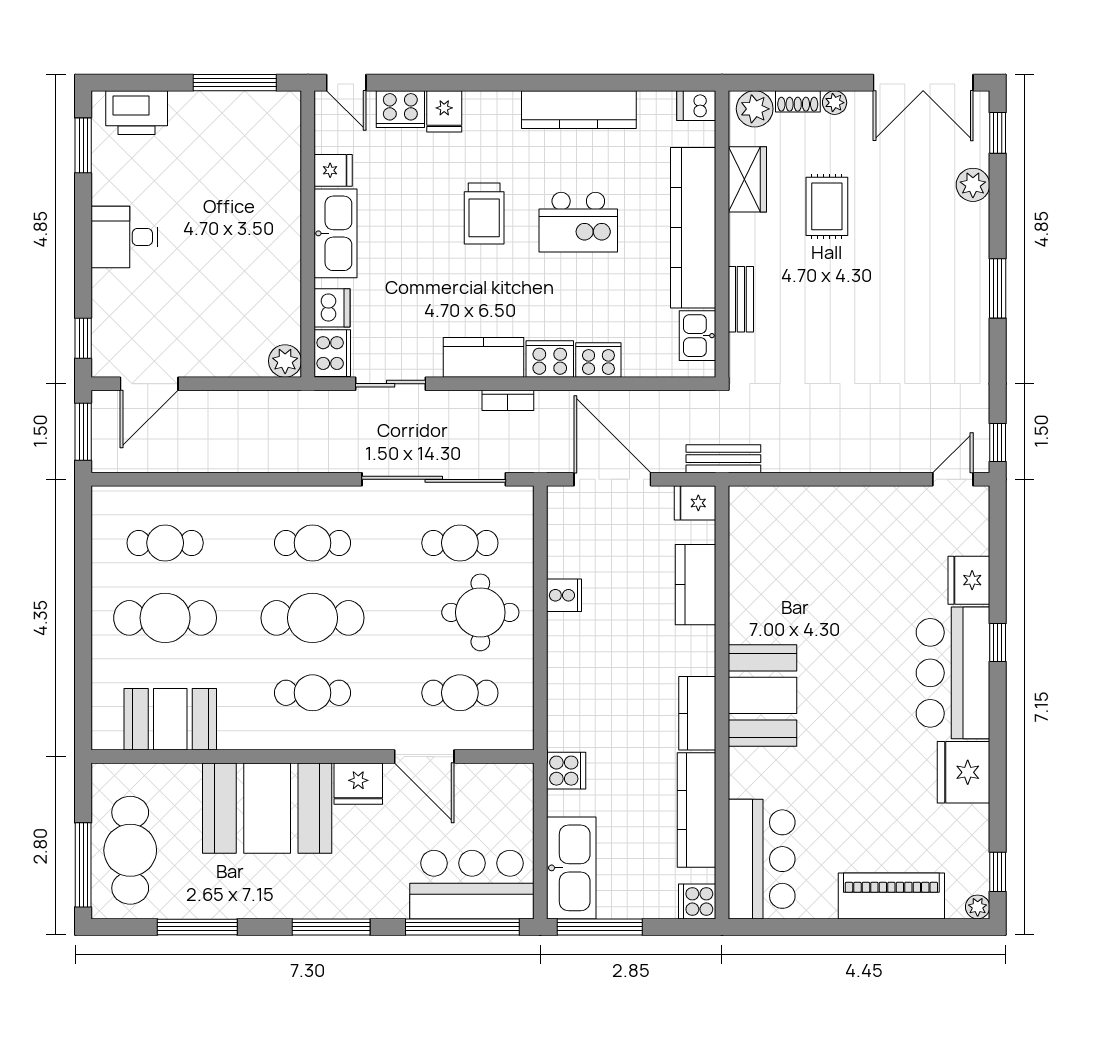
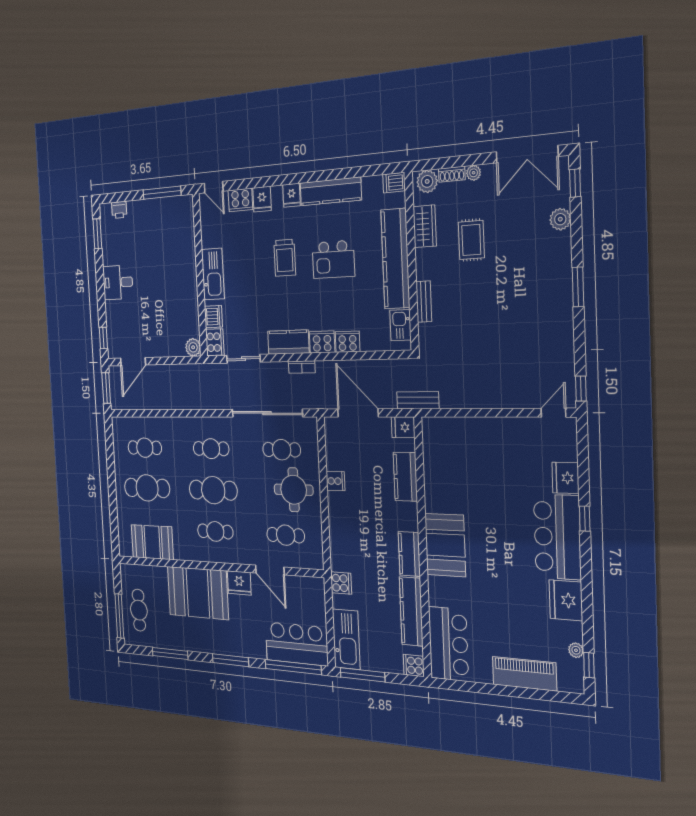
printer: (137, 113) -> (119, 210), width x0.53, depth x0.68
fridge: (333, 170) -> (291, 195), moved, turned 90
cafe table: (130, 850) -> (139, 610), width x0.73, depth x0.74
plant: (978, 907) -> (576, 650), moved

